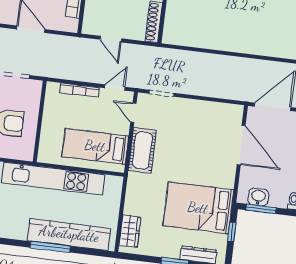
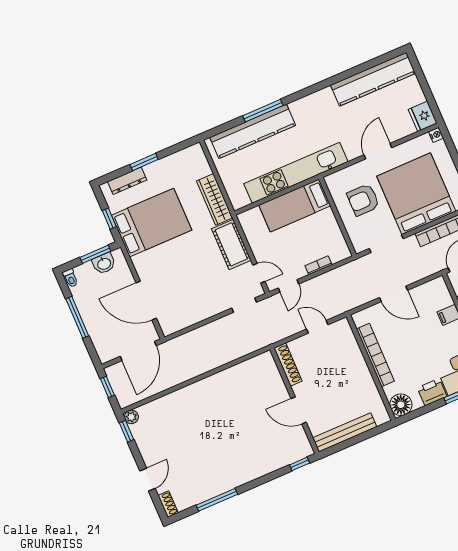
bookcase: (79, 90) -> (319, 265), width x0.64
bed: (95, 146) -> (295, 205), moved, turned 180
wardrobe: (130, 231) -> (215, 199), moved, width x1.50

